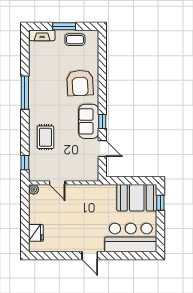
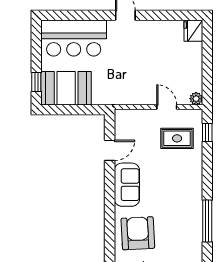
window: (102, 122) -> (110, 184), removed
rug: (45, 137) -> (177, 138), moved, turned 90
door: (102, 148) -> (110, 150), swing flipped
fridge: (36, 233) -> (193, 31), moved

